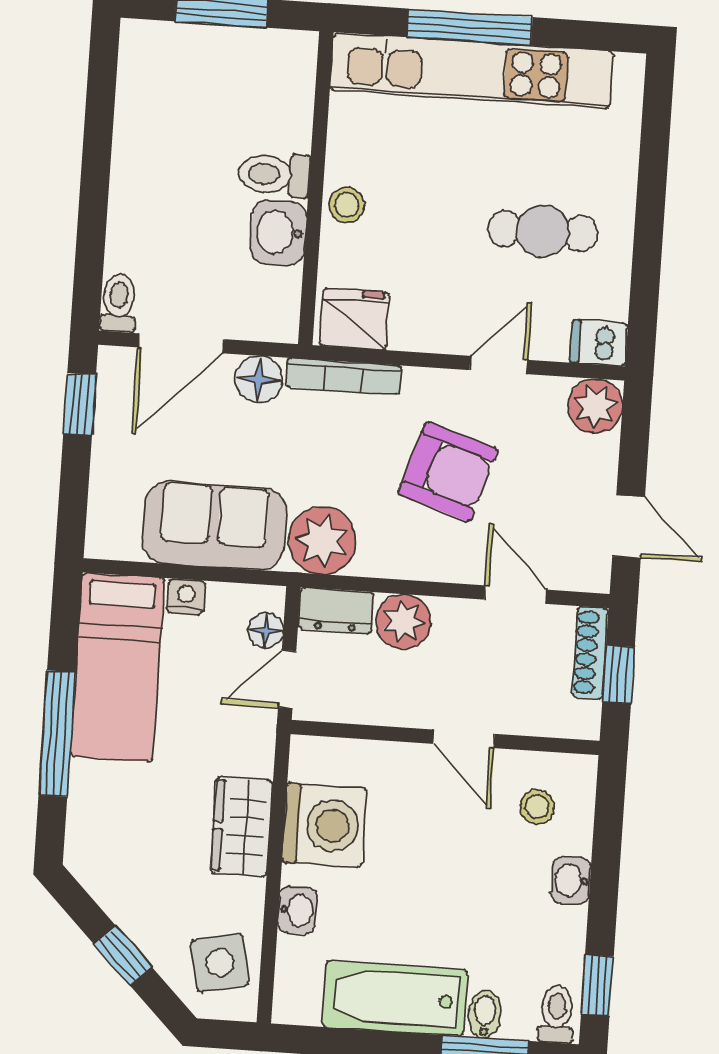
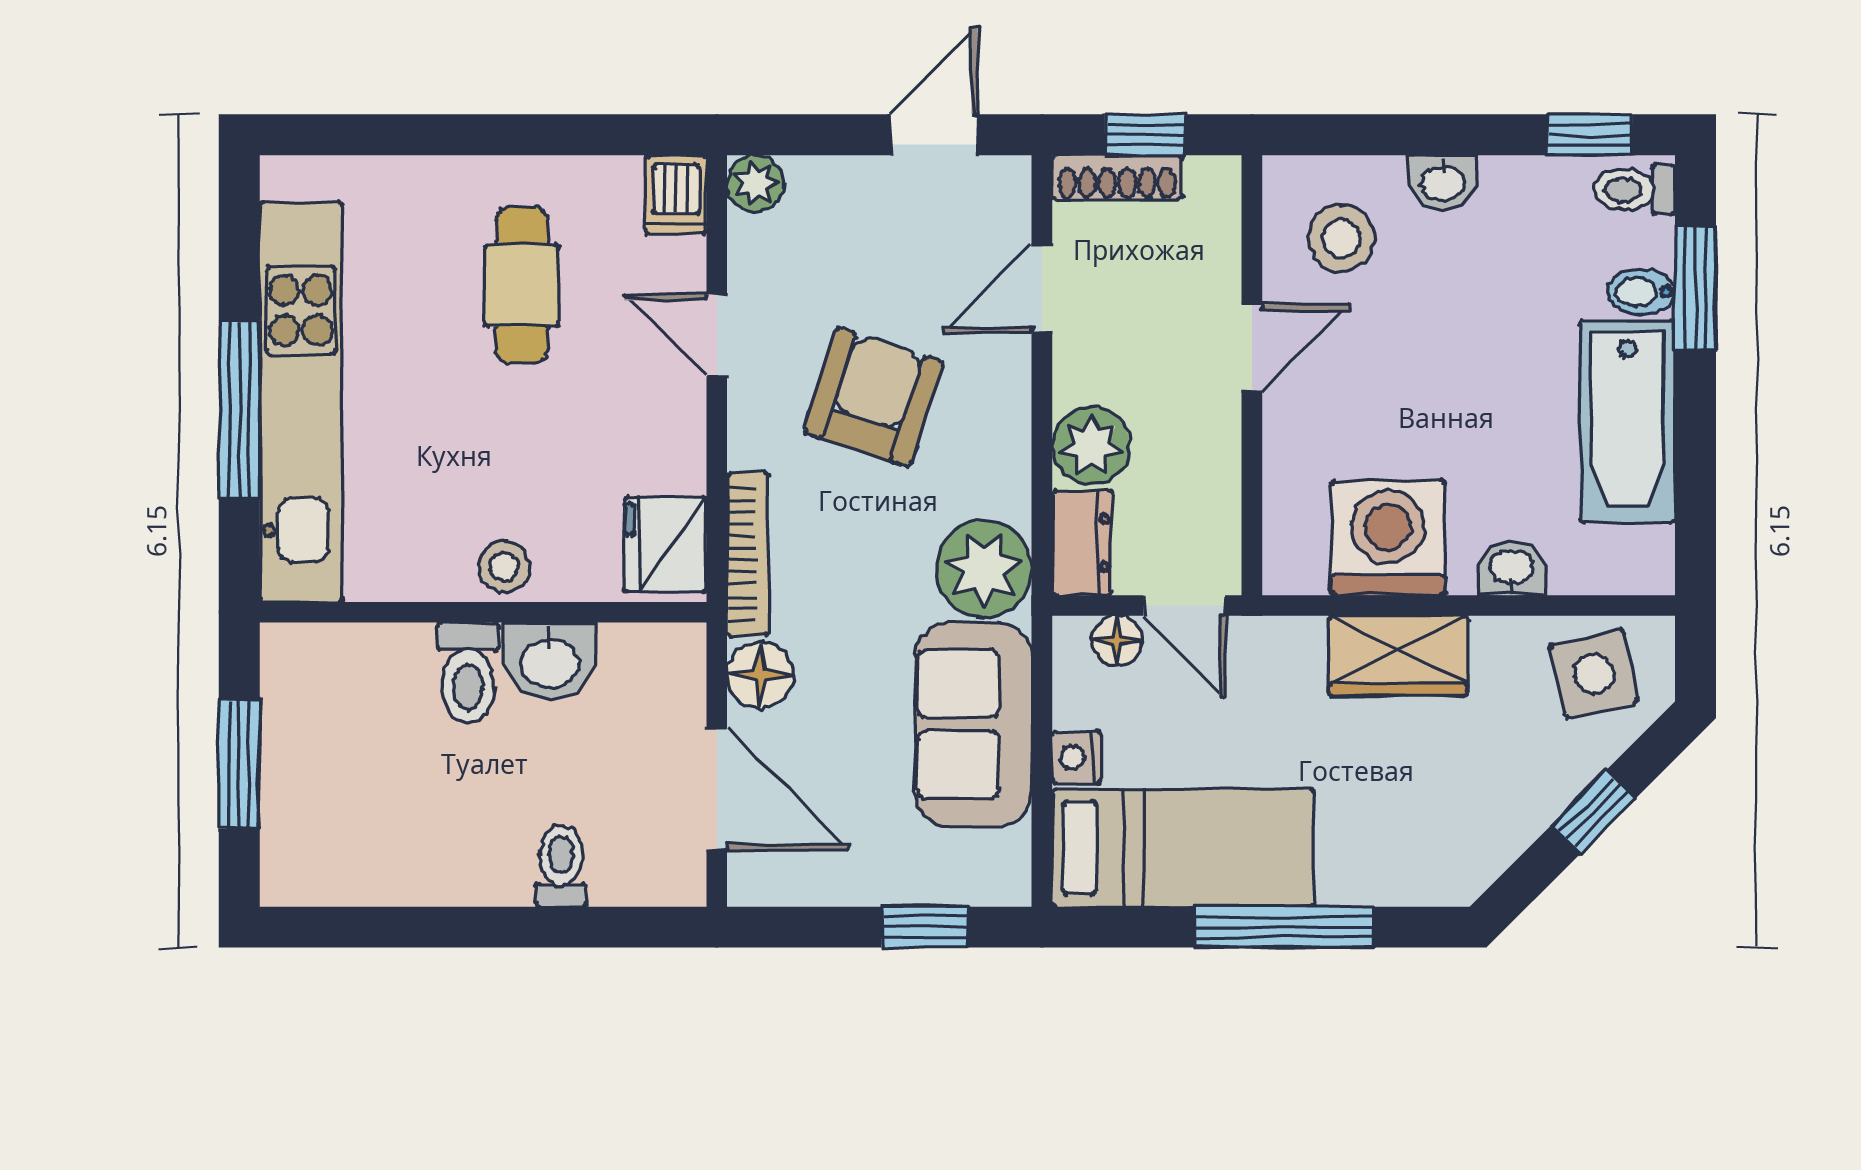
toilet: (119, 303) -> (561, 866), moved, turned 90
window: (80, 404) -> (925, 927), moved
plant: (595, 406) -> (755, 183), width x0.73, depth x0.73
stool: (537, 807) -> (1341, 238), width x1.37, depth x1.37

